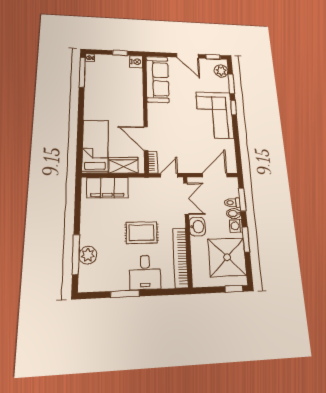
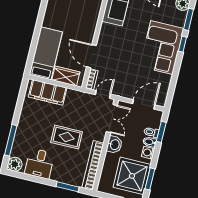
window: (246, 240) -> (150, 179), moved
plant: (88, 255) -> (15, 164), moved
desk: (145, 272) -> (40, 164), moved
window: (125, 294) -> (68, 187), moved

